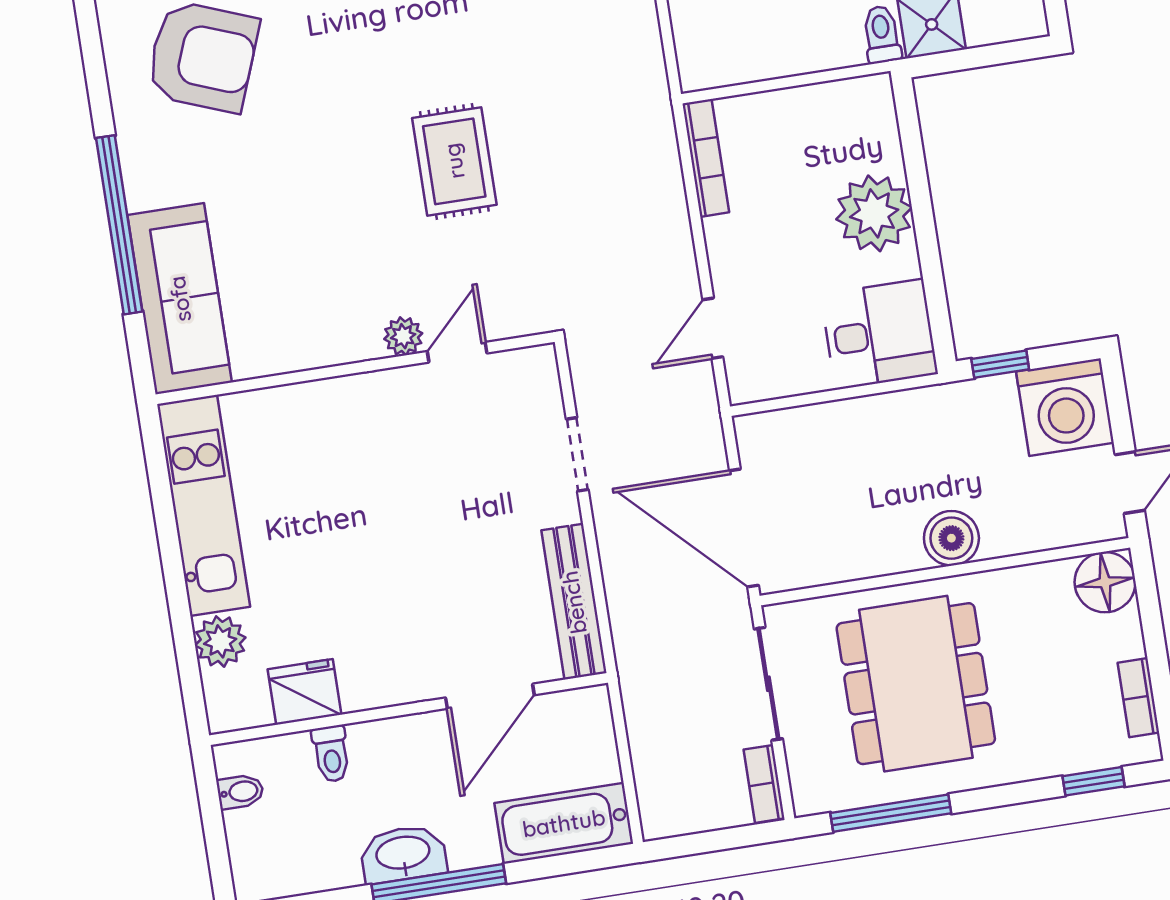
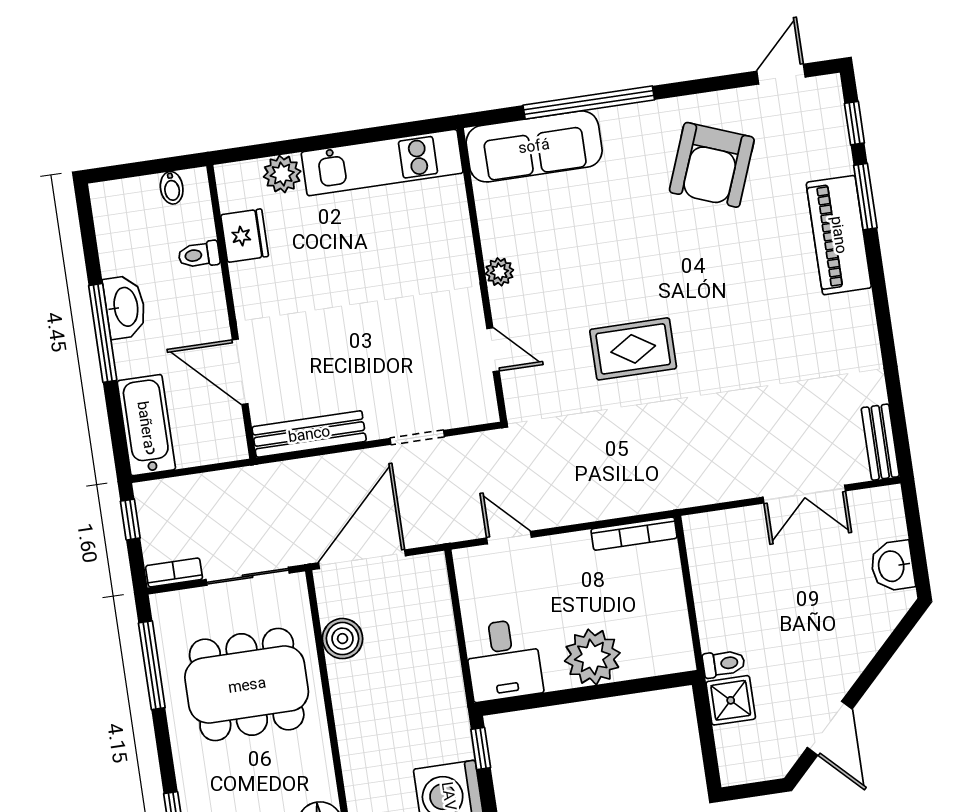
plant: (403, 336) -> (499, 272), moved
boiler: (951, 538) -> (343, 639), moved
window: (693, 844) -> (130, 520), added

